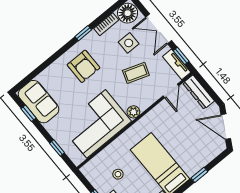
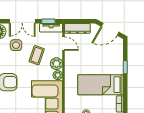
plant: (144, 101) -> (56, 64), added

